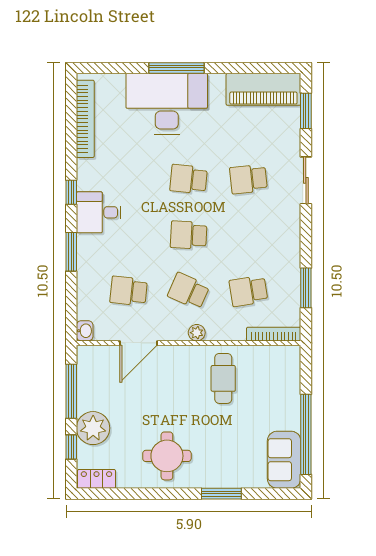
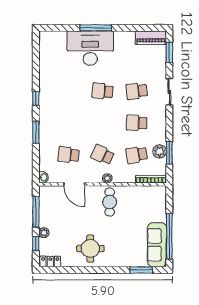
piano: (263, 89) -> (151, 38), width x0.73, depth x0.75
bookcase: (85, 119) -> (44, 57), removed
desk: (99, 212) -> (51, 110), removed
school desk: (189, 235) -> (137, 123), moved
plant: (289, 285) -> (160, 151), added
door: (139, 343) -> (74, 184), hinge flipped
cafe table: (223, 378) -> (110, 202), moved
plant: (93, 428) -> (44, 233), width x0.53, depth x0.53
sofa: (284, 460) -> (157, 245), width x1.36
window: (221, 494) -> (141, 270), moved

